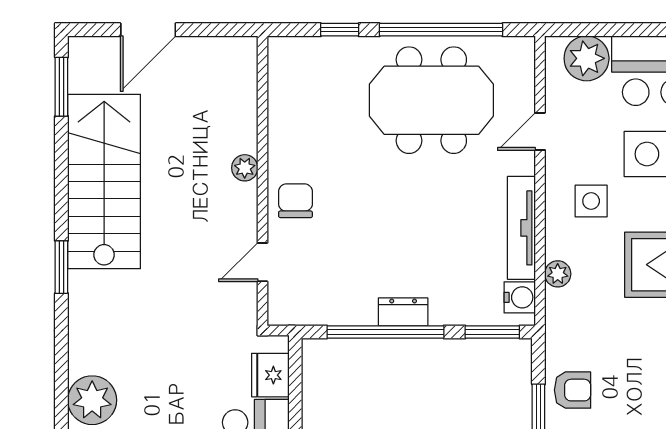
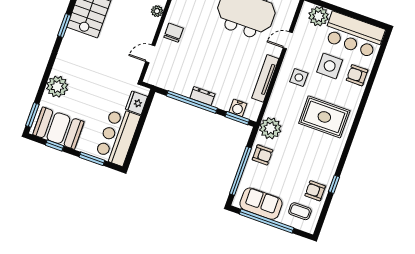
plant: (558, 274) -> (270, 128), moved, width x1.87, depth x1.87
water cooler: (520, 297) -> (238, 108), moved, turned 90

